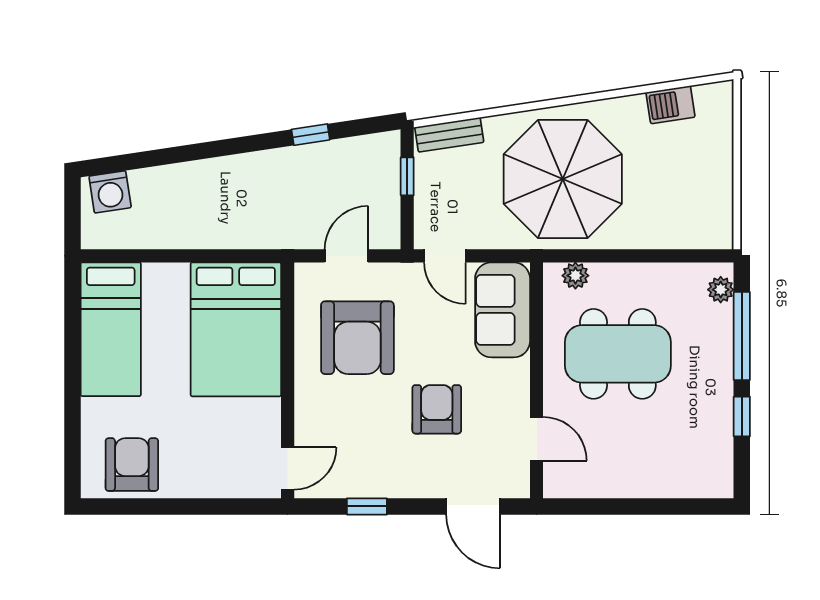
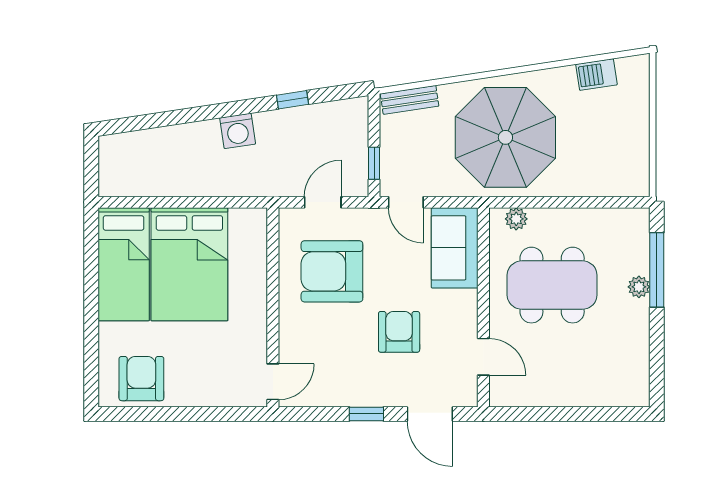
window: (407, 176) -> (374, 163), moved
washing machine: (110, 192) -> (238, 131), moved
plant: (721, 290) -> (639, 287), moved
bed: (236, 329) -> (189, 264), moved
armchair: (357, 338) -> (332, 271), turned 90
window: (742, 417) -> (657, 338), removed
window: (367, 506) -> (366, 414), moved

